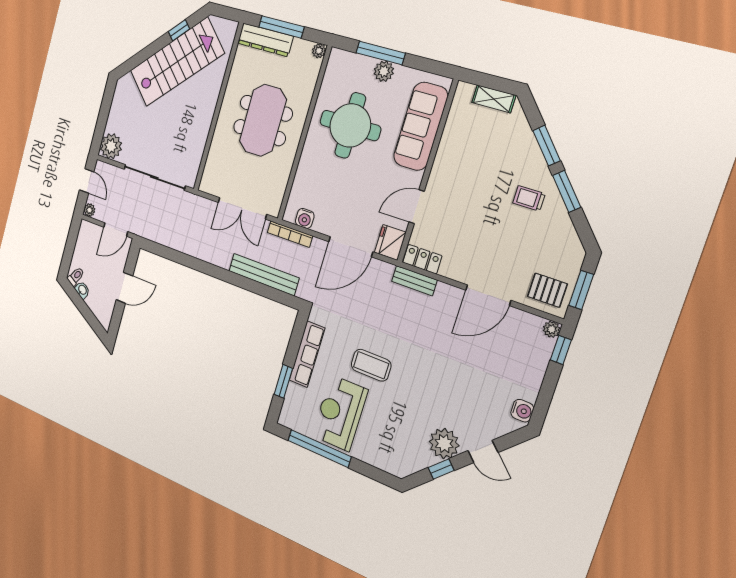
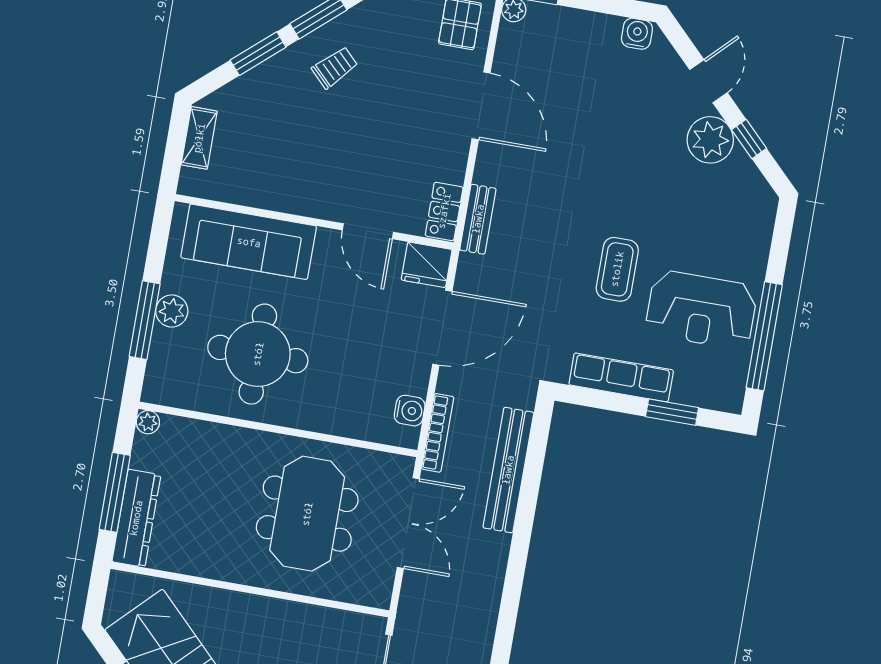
meeting table: (263, 120) -> (307, 514), moved, turned 90
trolley: (529, 198) -> (335, 67), turned -135
door: (351, 247) -> (442, 328), hinge flipped

